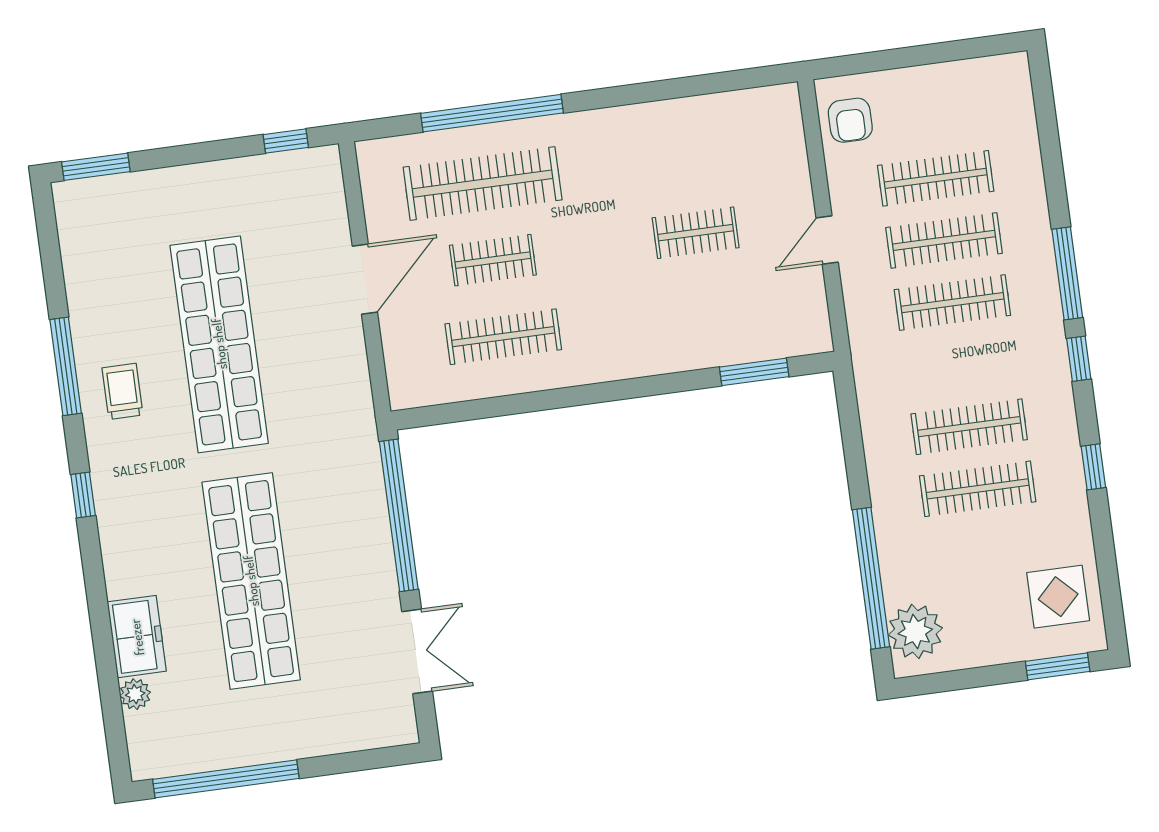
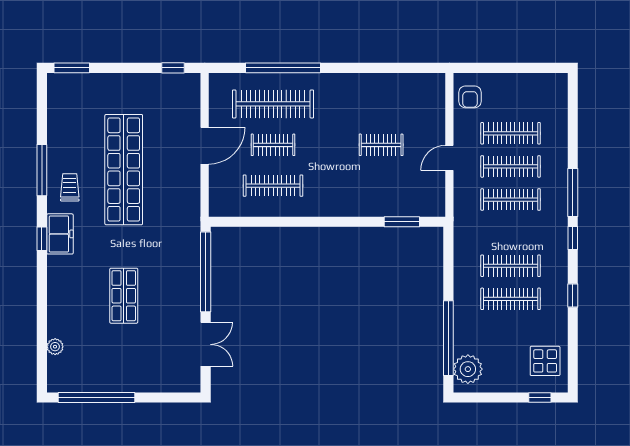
shop shelf: (251, 581) -> (124, 296), width x0.50, depth x0.74
freezer: (137, 637) -> (60, 234), moved
window: (1058, 666) -> (540, 397), width x0.67

